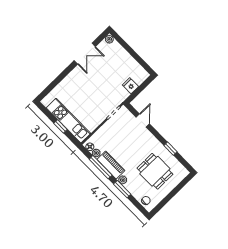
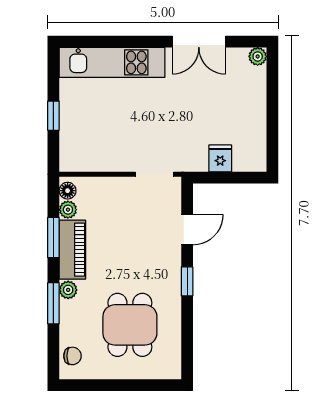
kitchen unit: (68, 121) -> (112, 62), moved, turned 90
window: (170, 149) -> (187, 281), moved
window: (101, 167) -> (53, 238), width x0.69

